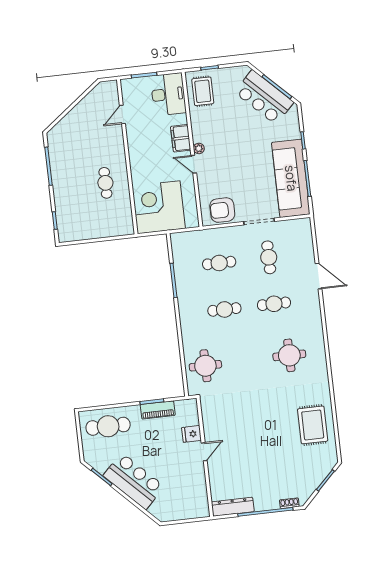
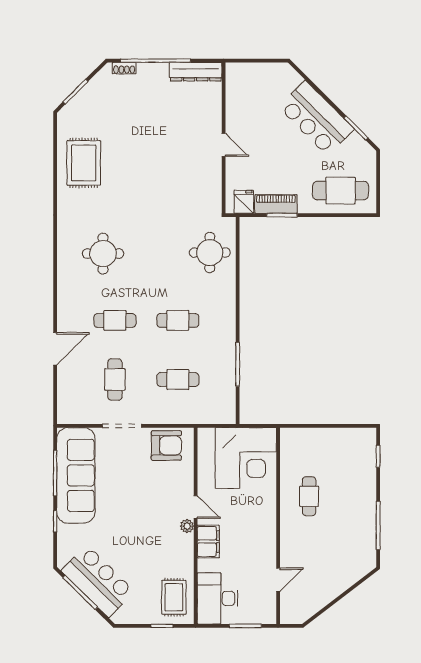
door: (318, 276) -> (55, 349), swing flipped
fridge: (192, 434) -> (244, 202), moved, turned -90
door: (204, 452) -> (224, 145), swing flipped

